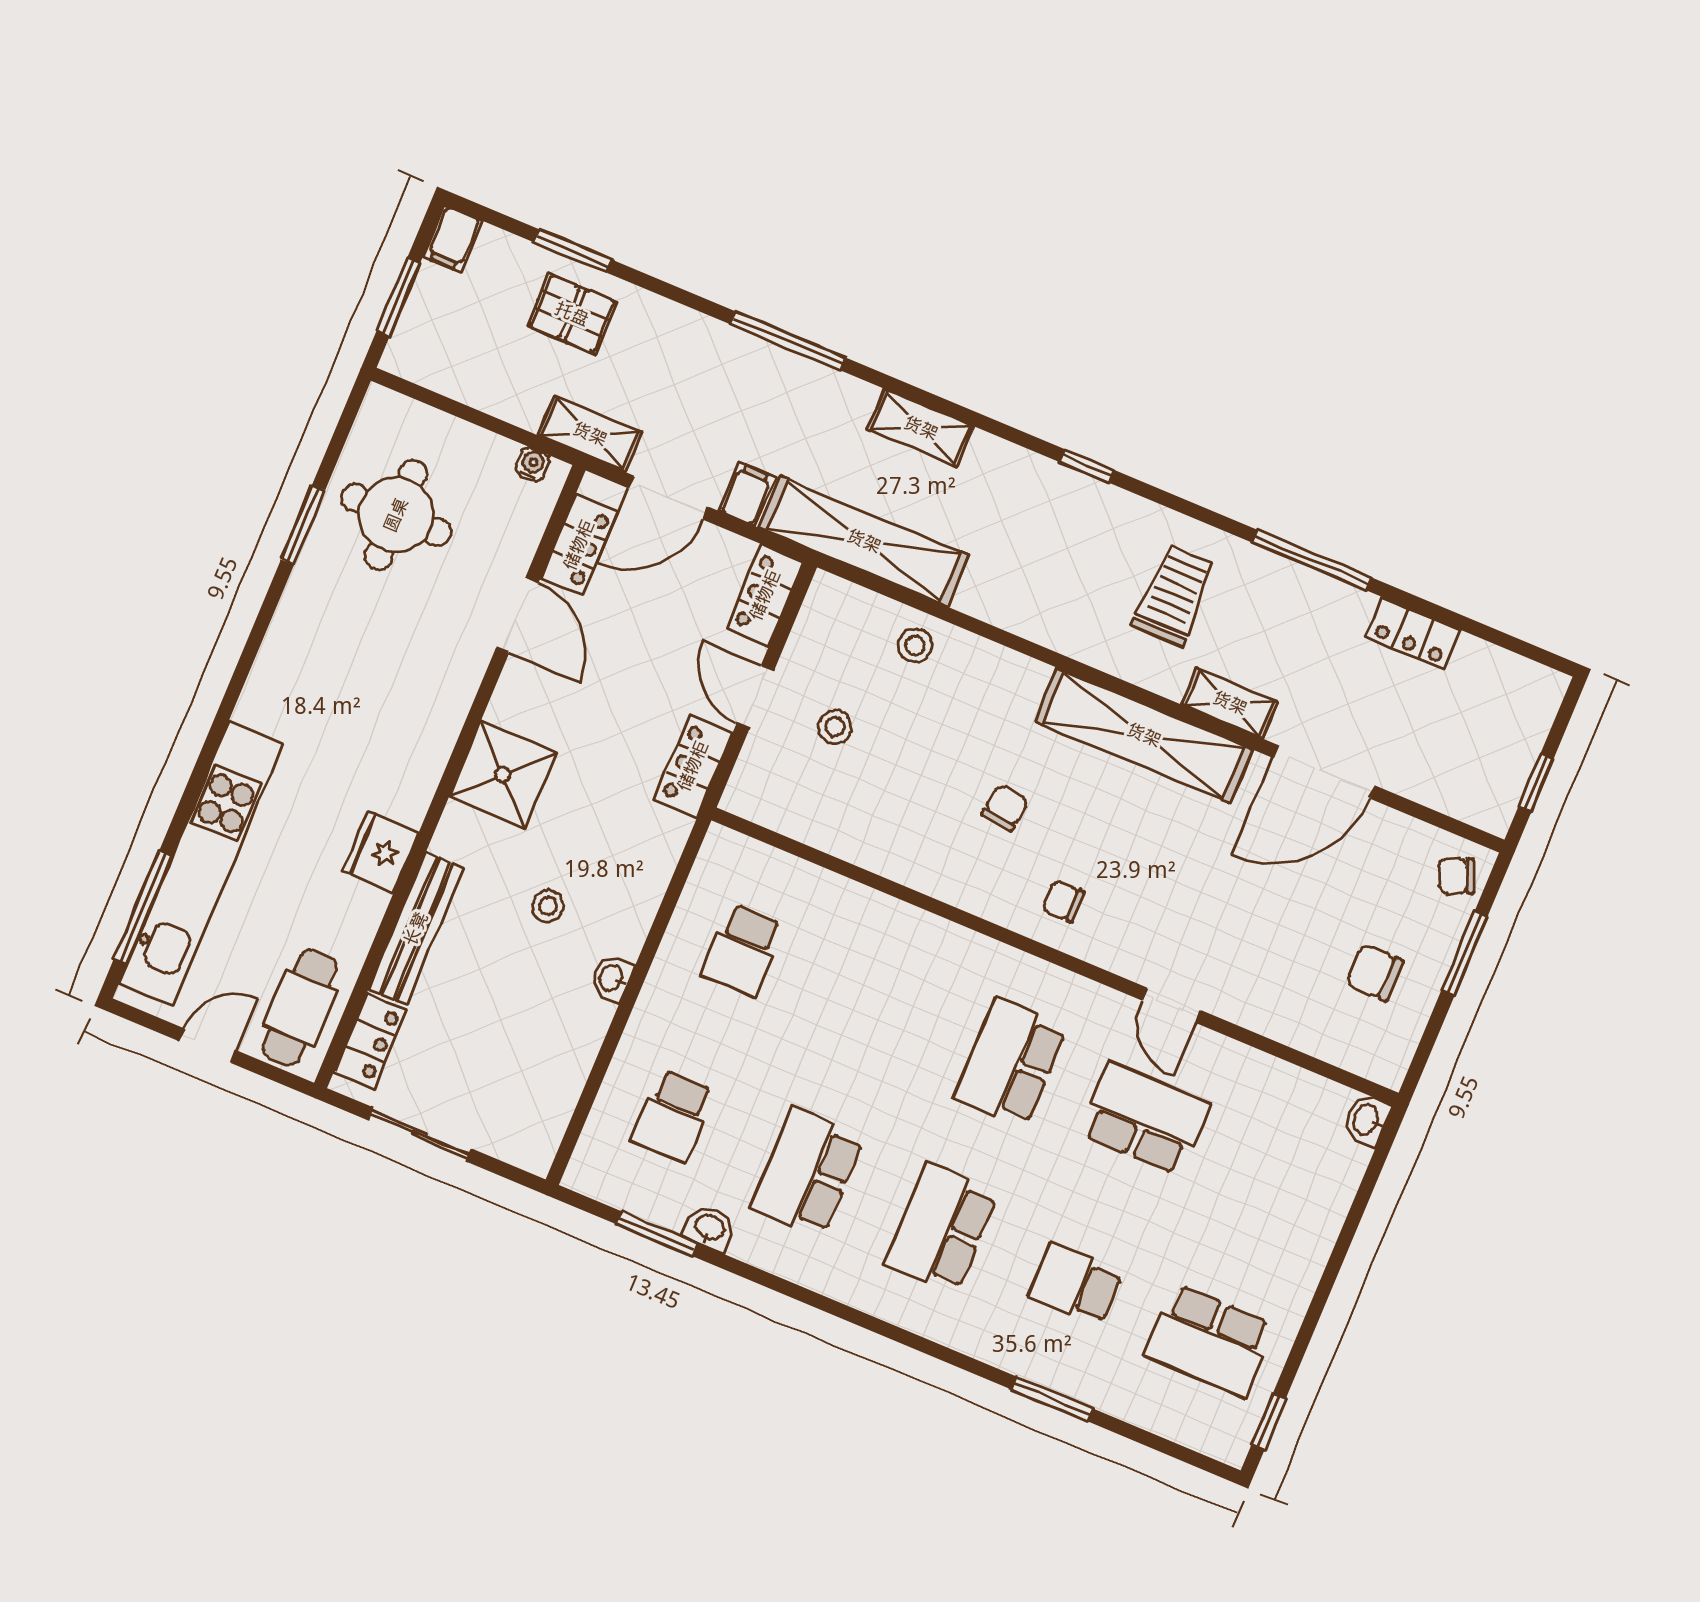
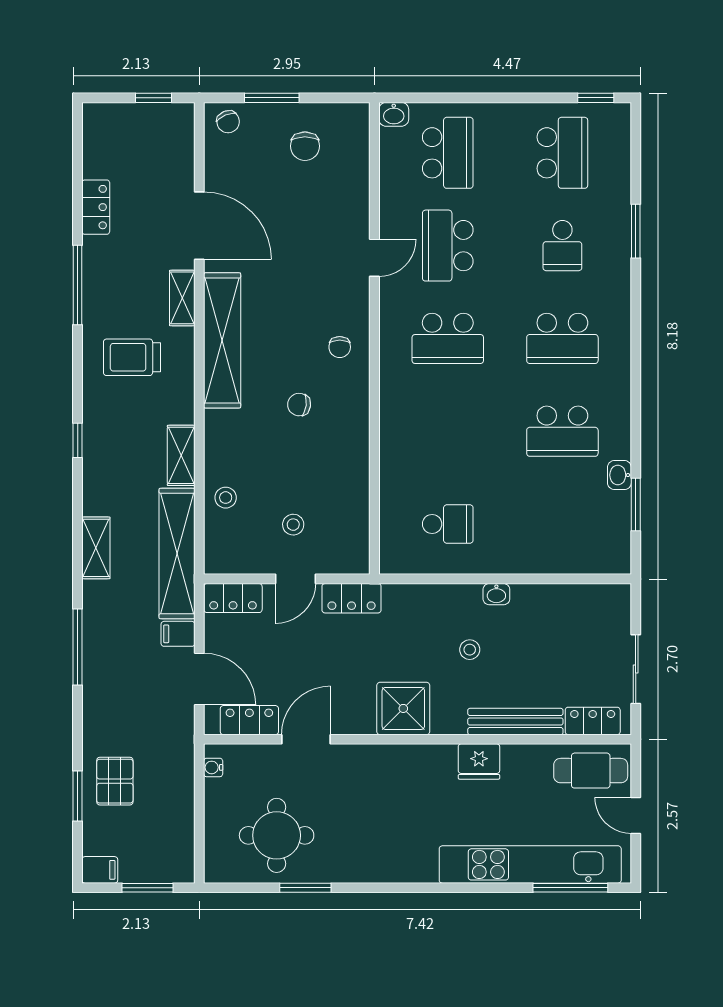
shelving: (590, 434) -> (181, 455), moved
school desk: (673, 1116) -> (448, 153), moved, width x1.85

